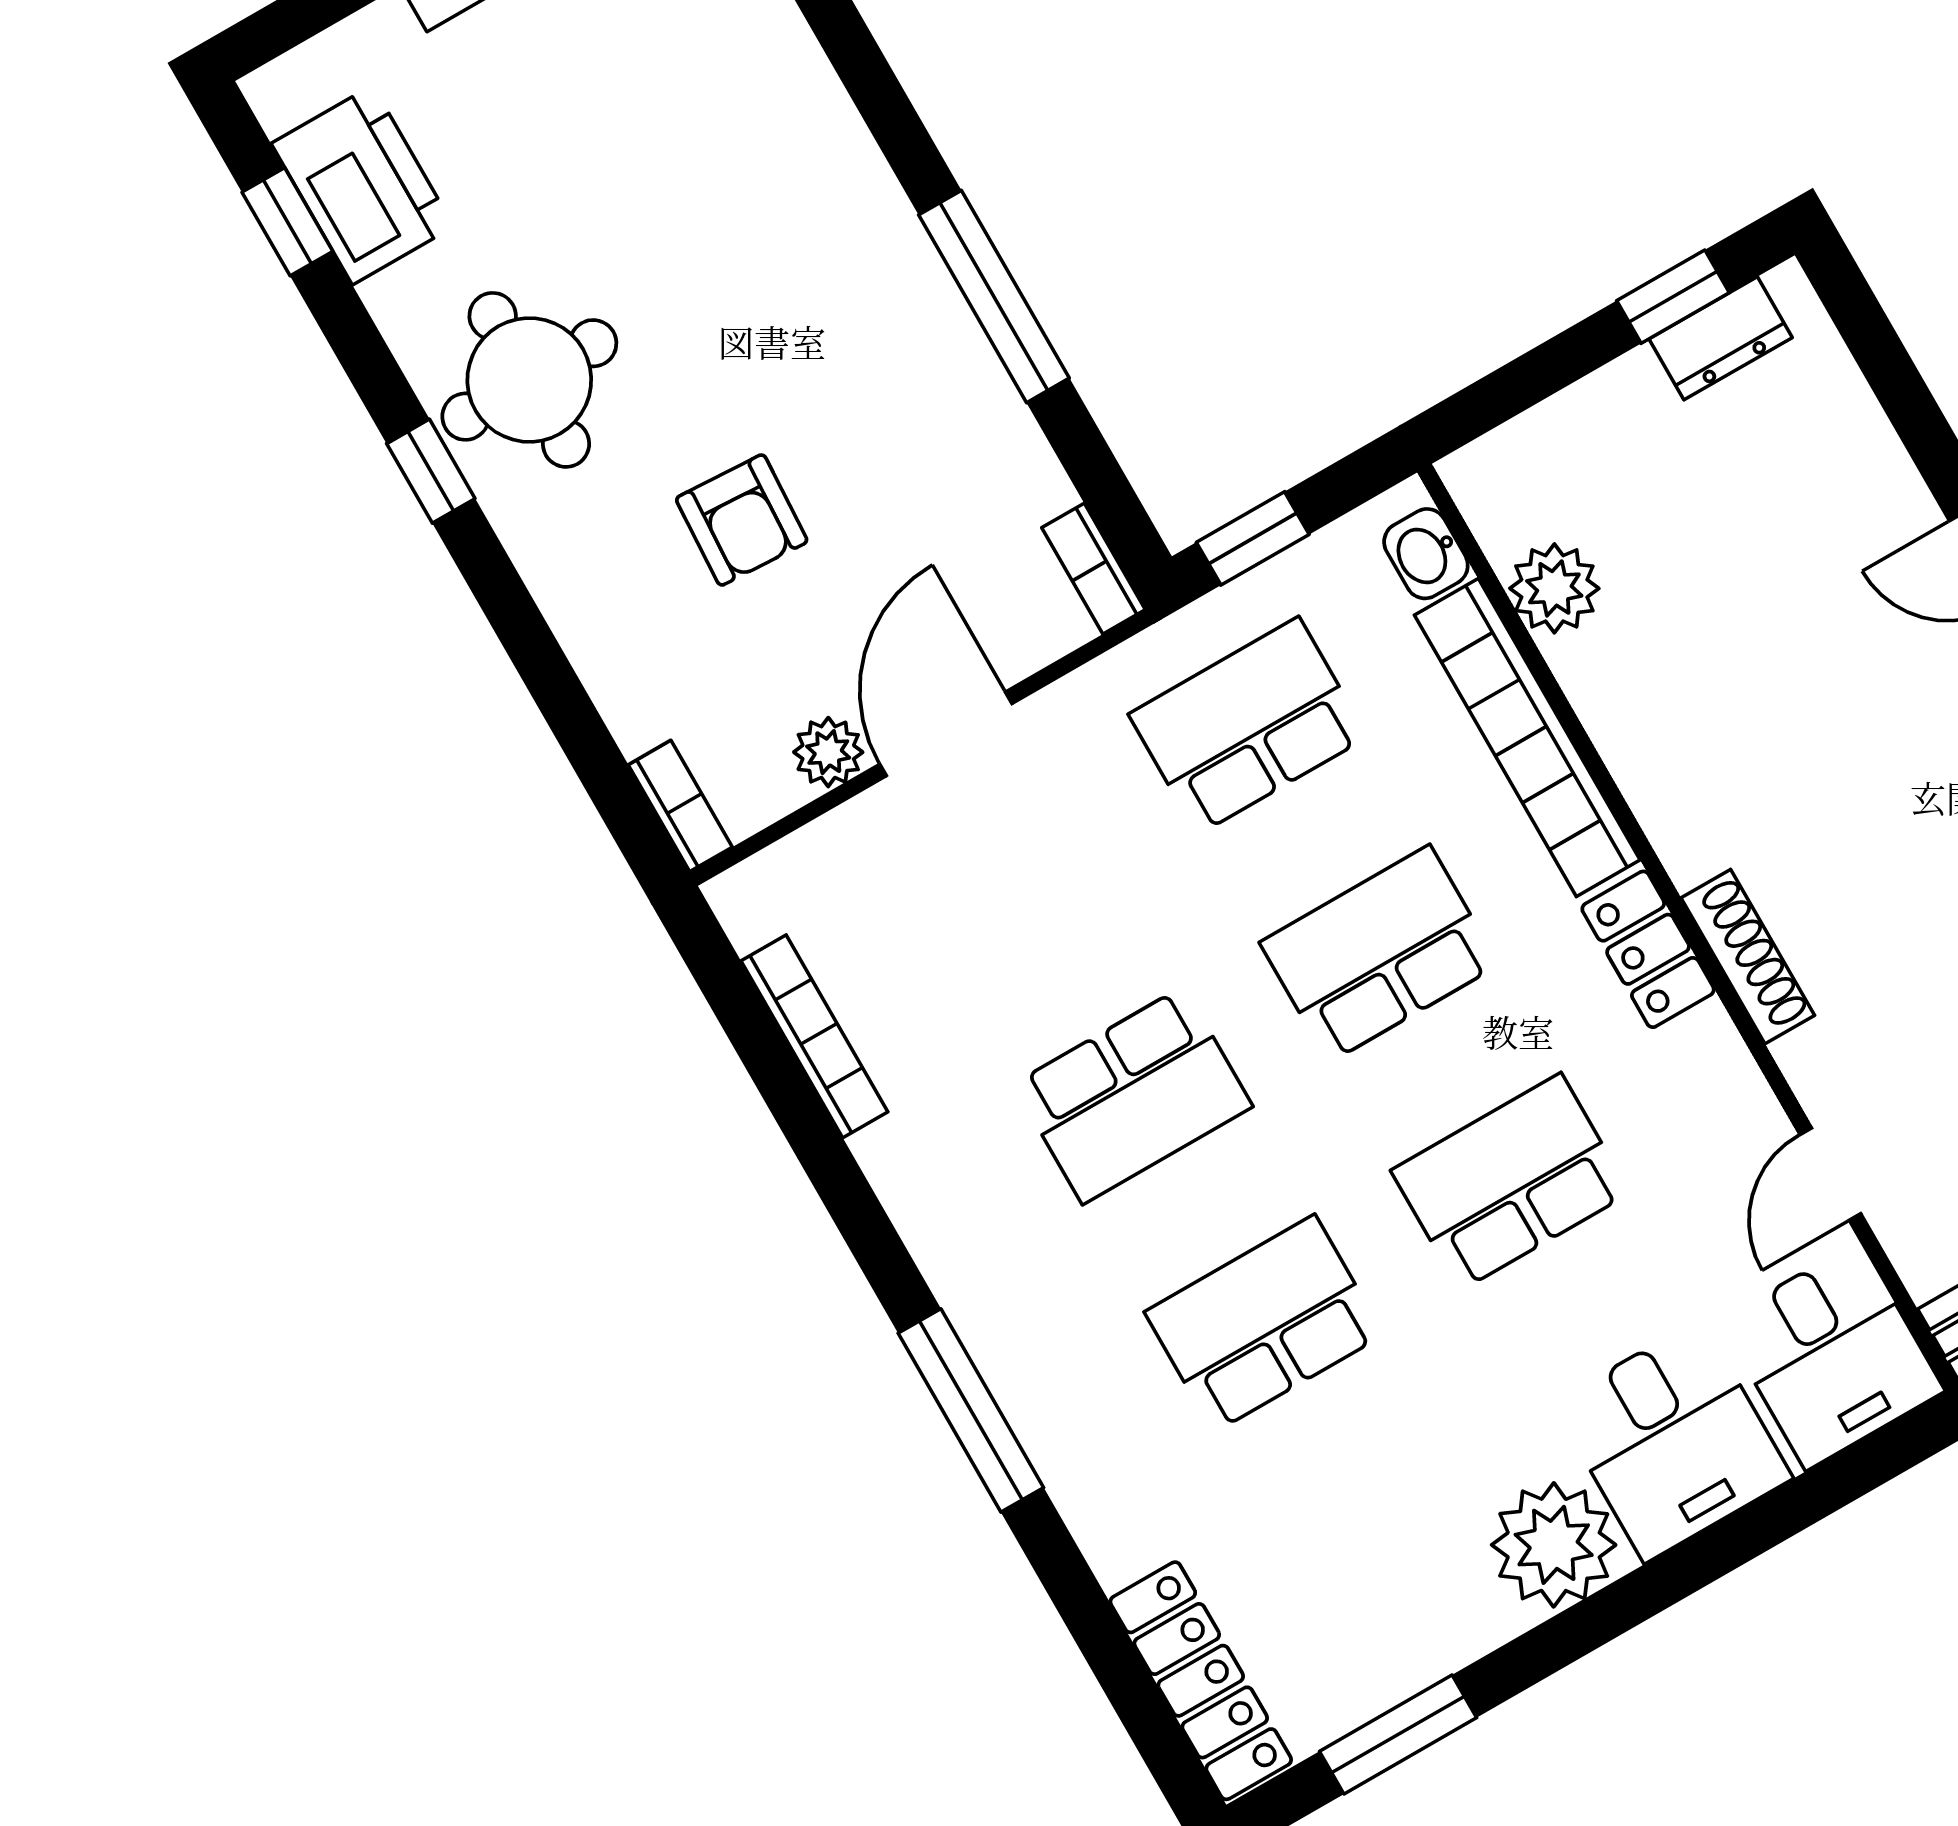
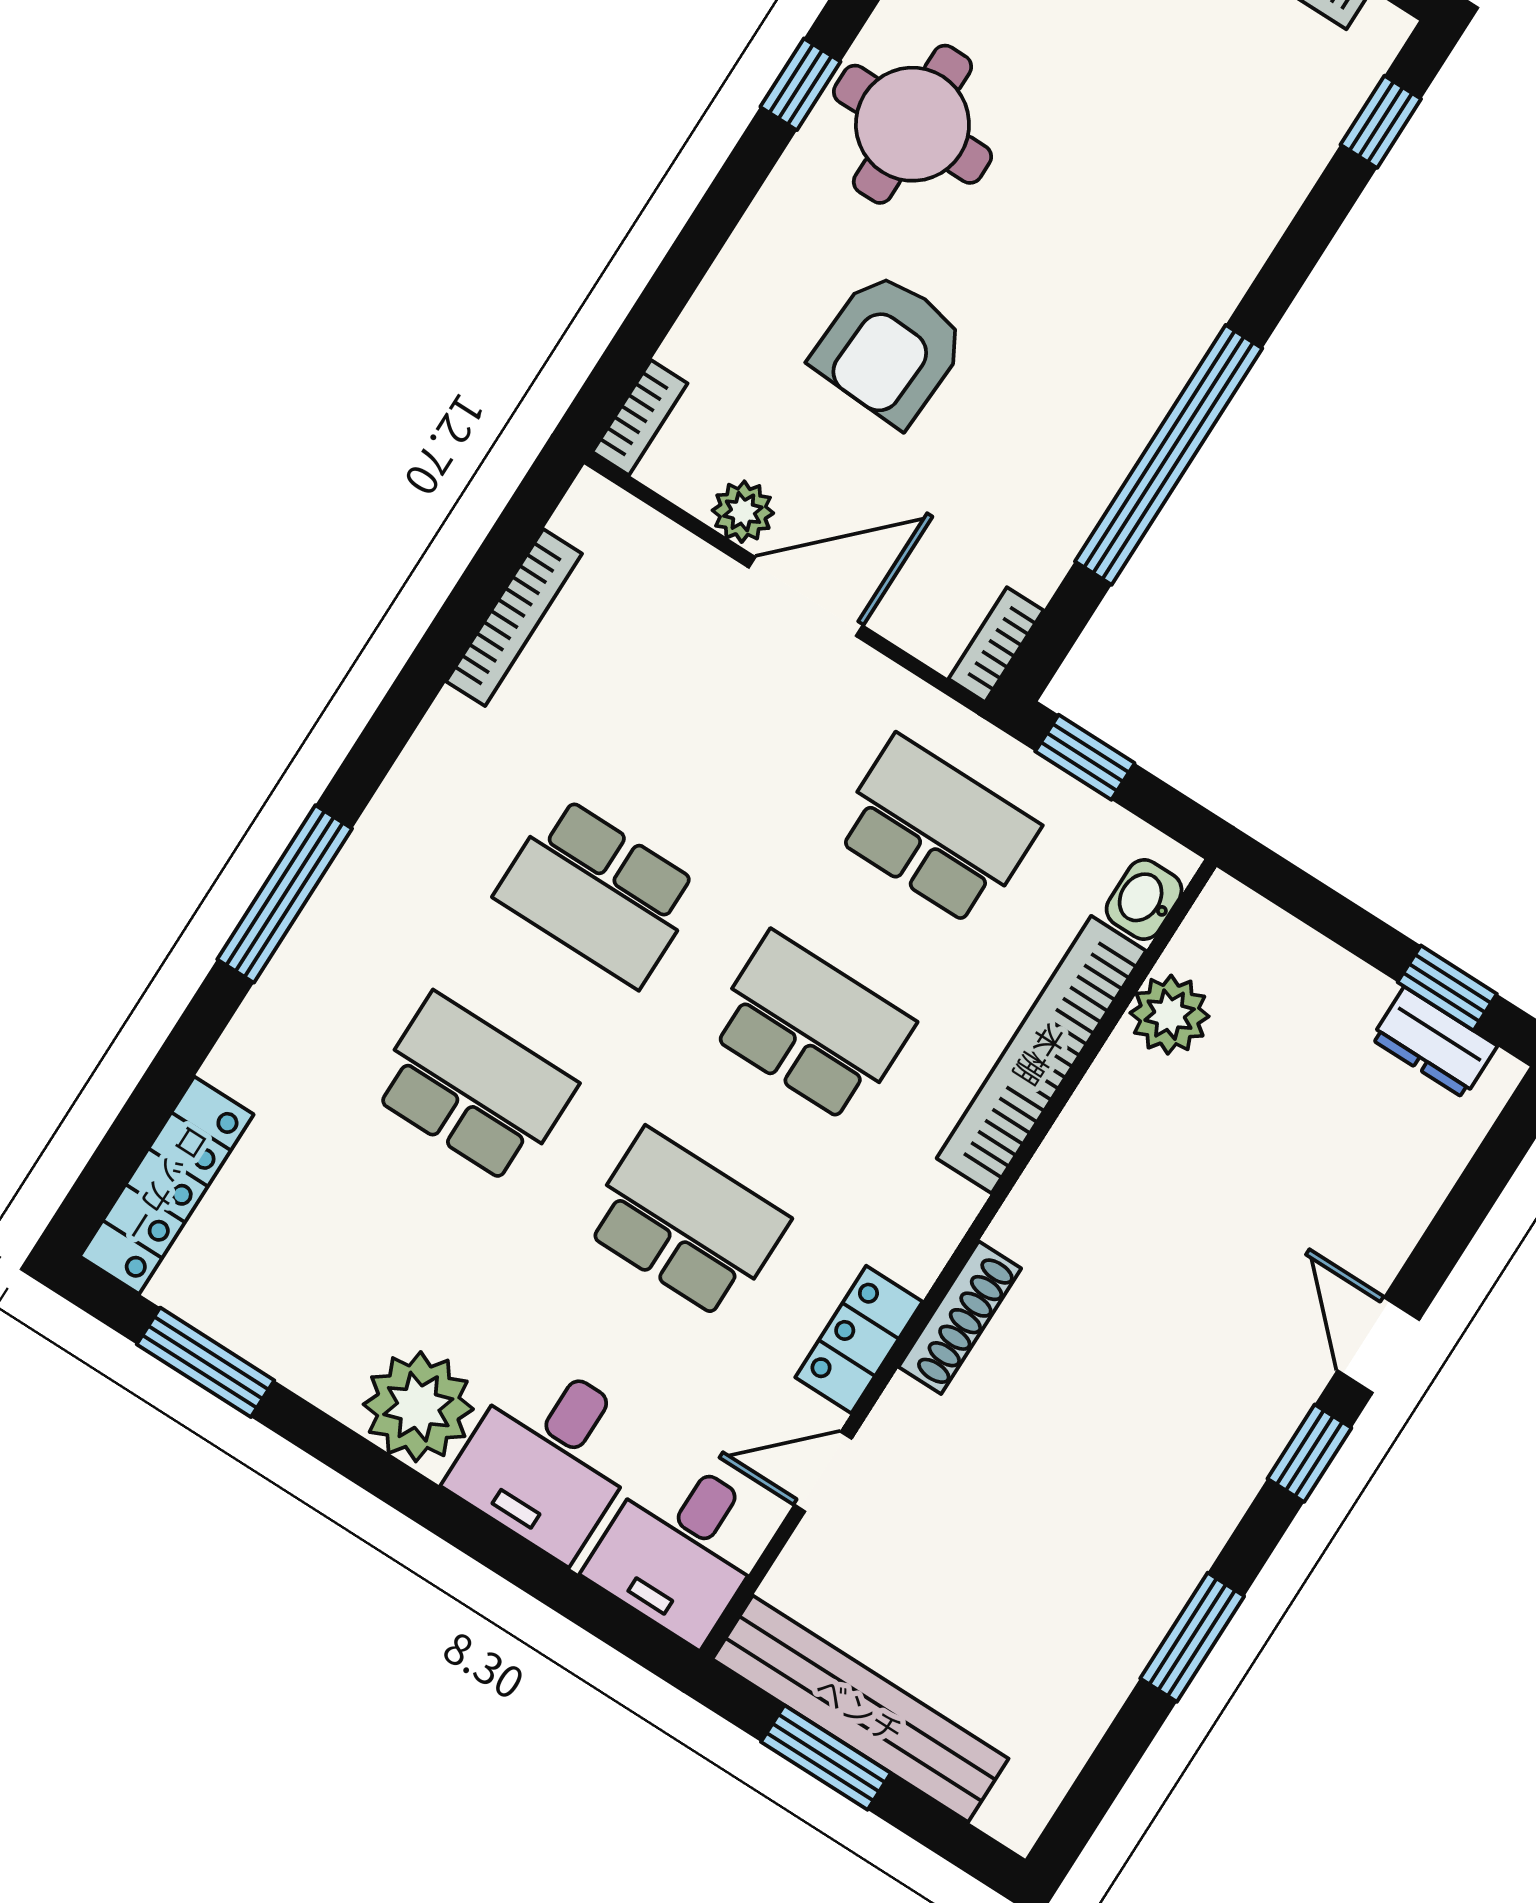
window: (994, 297) -> (1169, 455), width x1.46
armchair: (742, 520) -> (890, 348), width x1.38, depth x1.38
locker: (1648, 949) -> (859, 1339), moved

